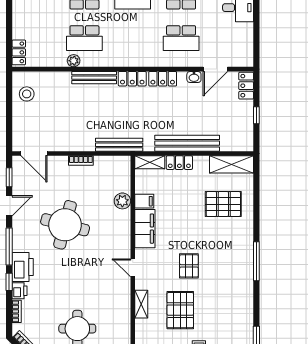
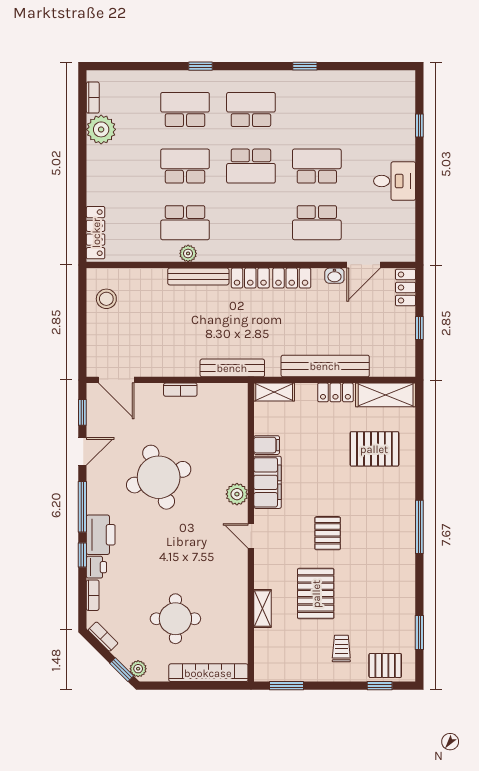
locker: (19, 52) -> (96, 233), width x1.53
plant: (74, 61) -> (188, 253), moved
locker: (179, 163) -> (335, 392), moved
plant: (122, 201) -> (237, 494), moved
round table: (65, 225) -> (159, 477), turned -33
shelving: (141, 304) -> (263, 608), moved

